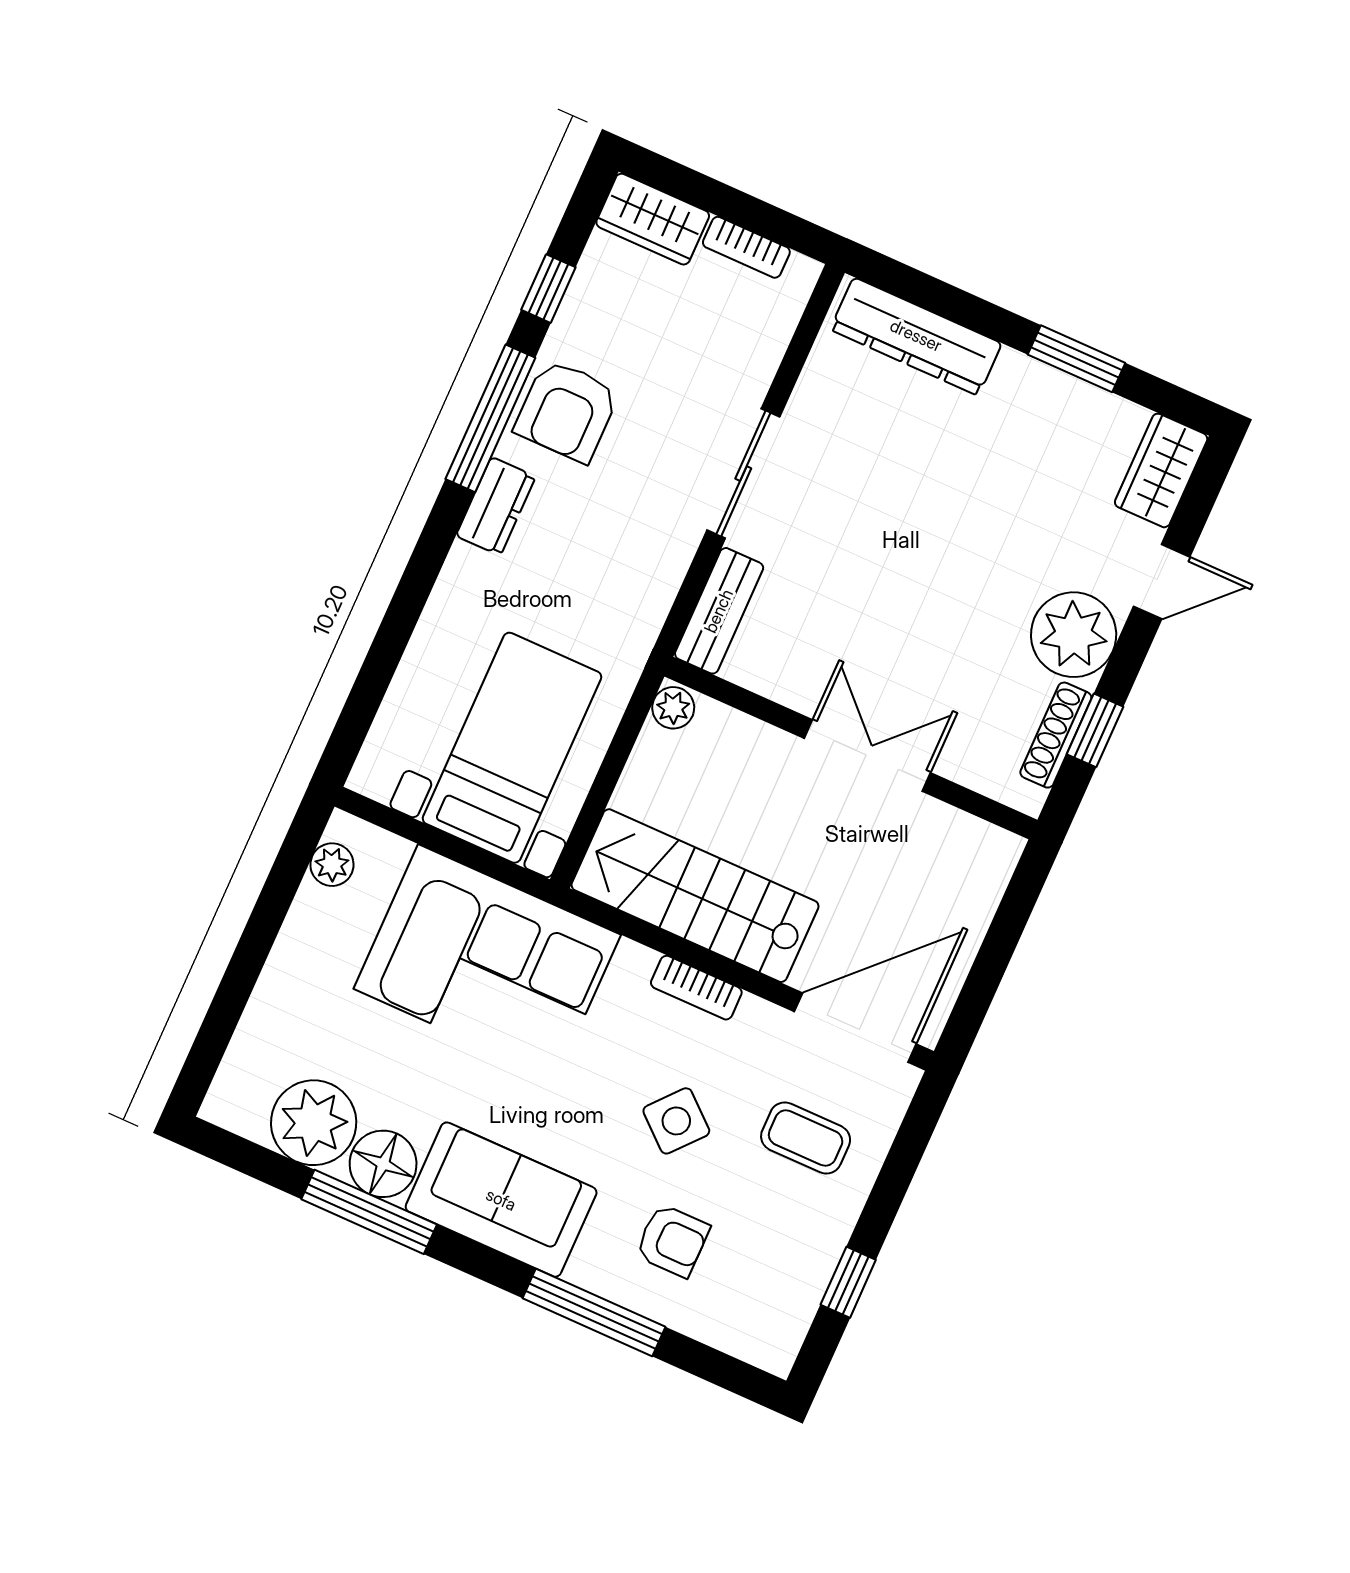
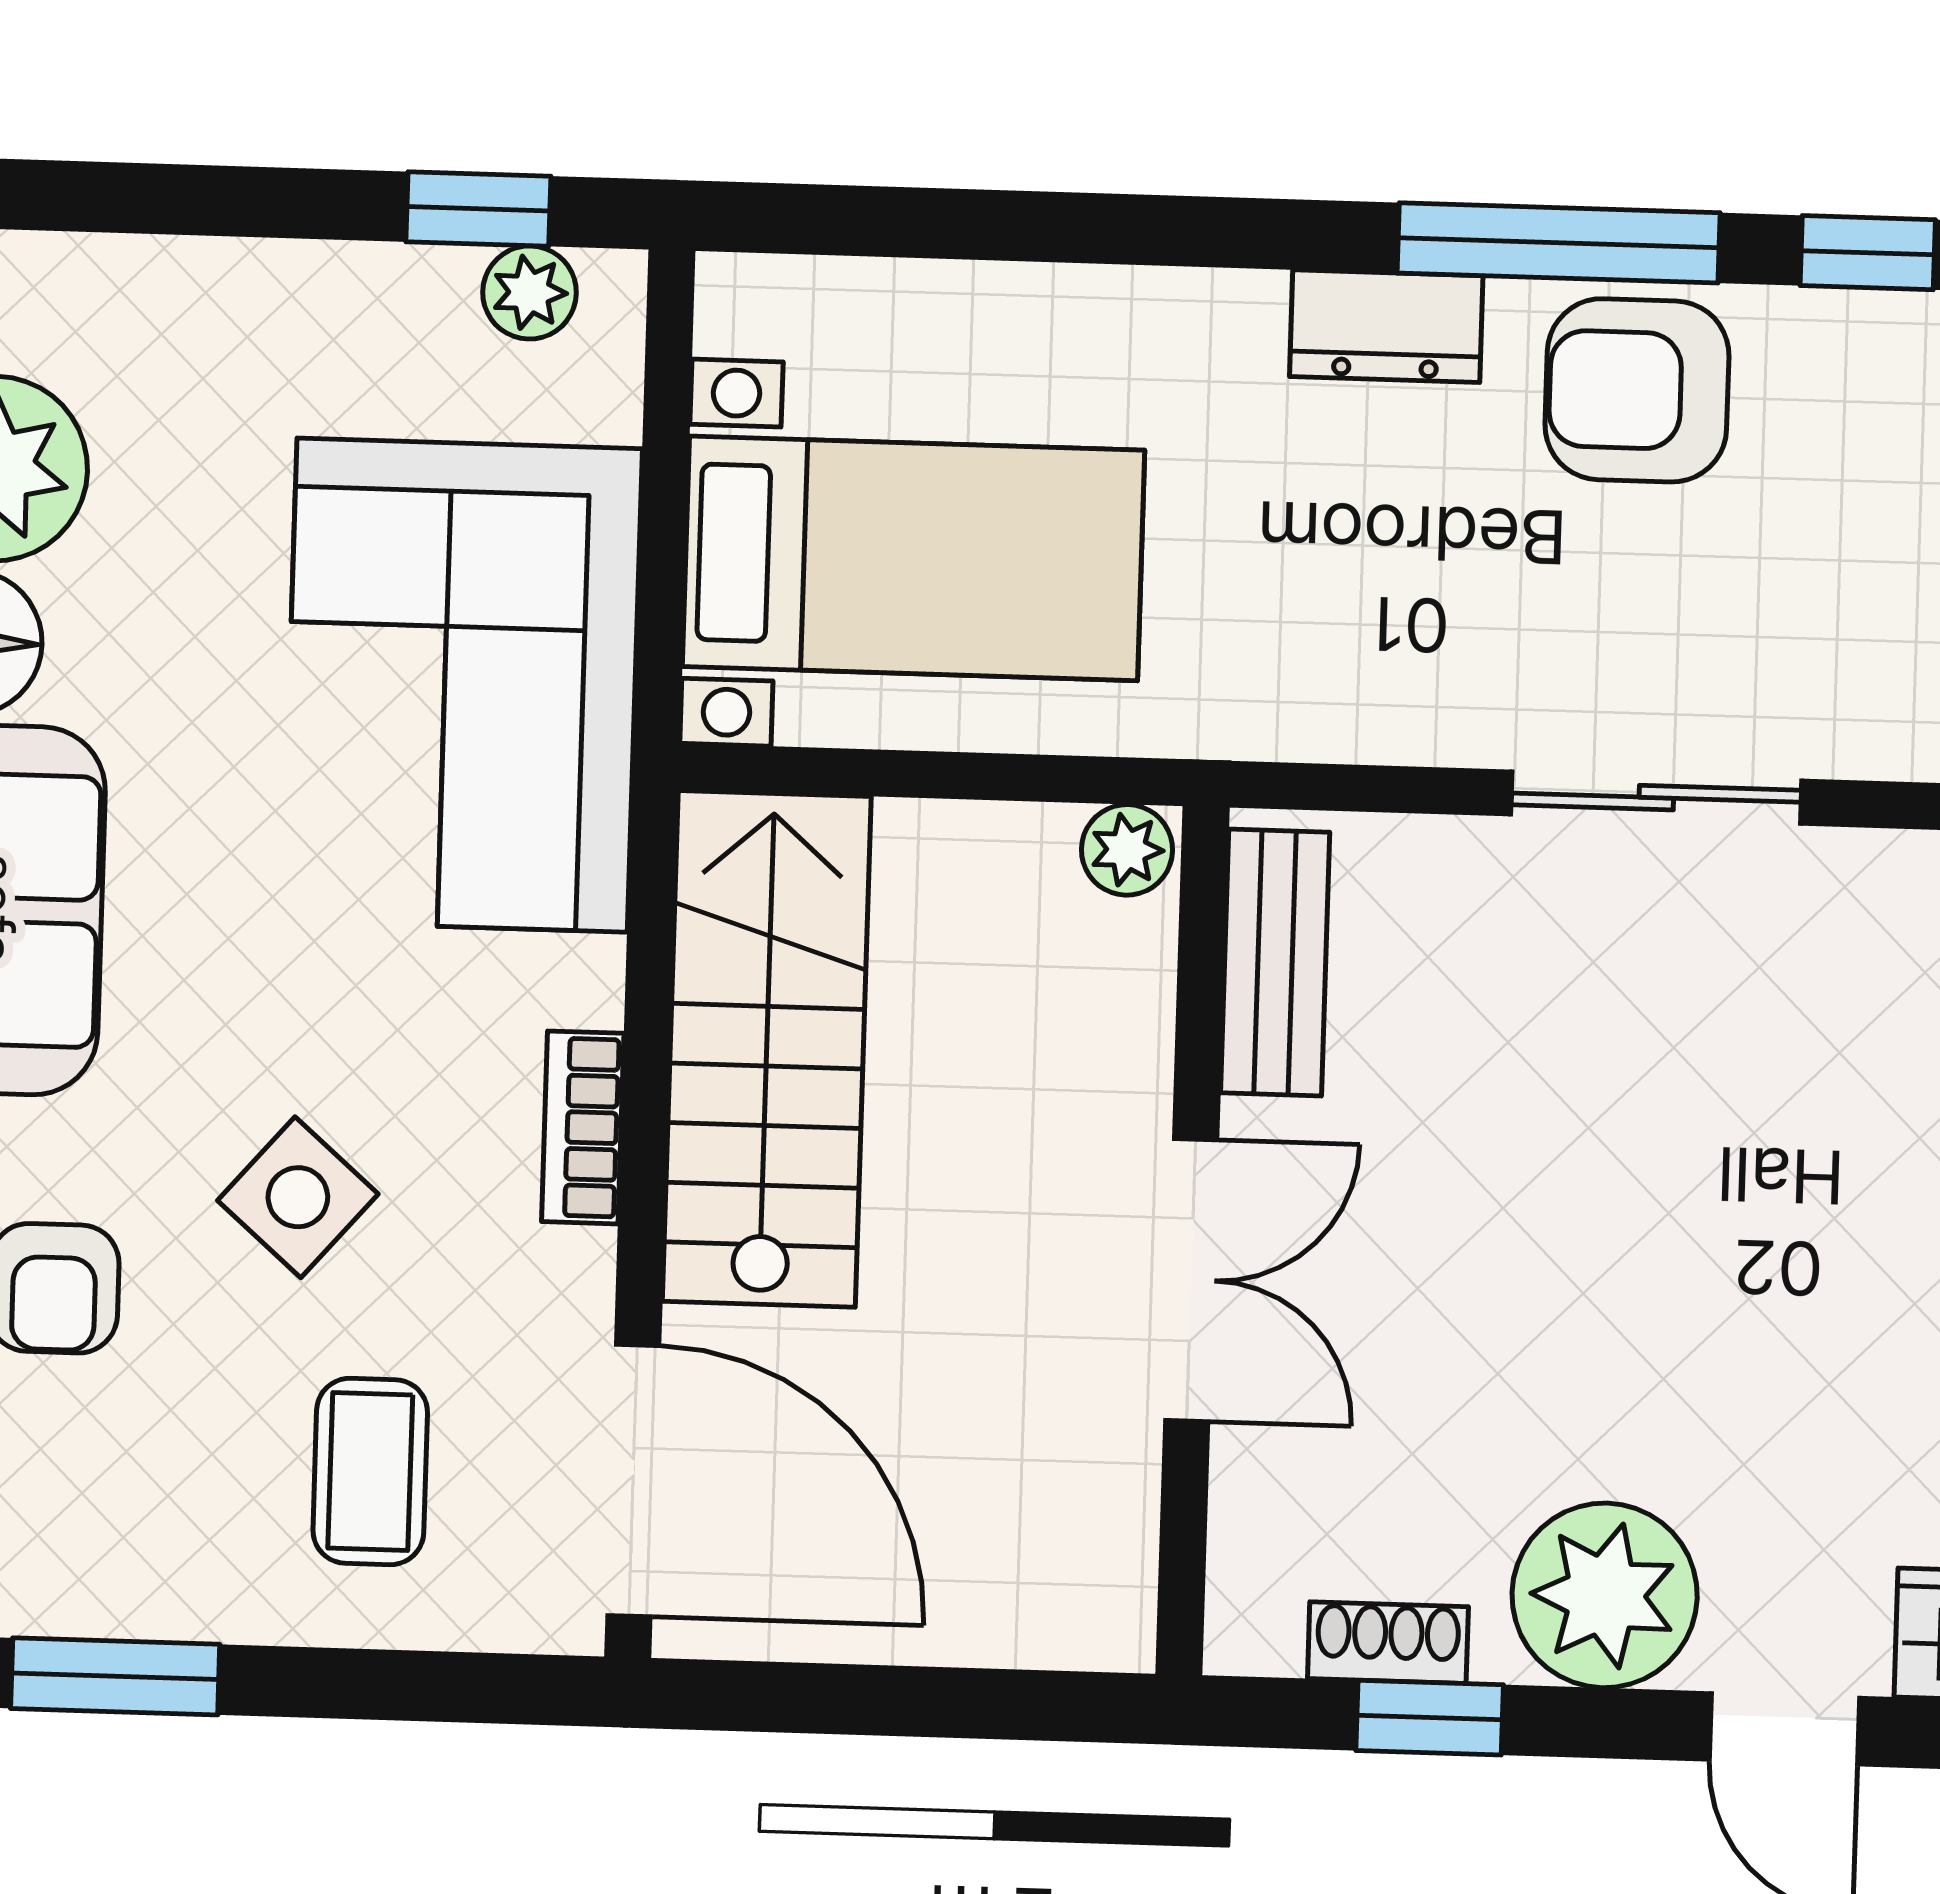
bench: (719, 611) -> (1275, 962), moved, turned 90
shoe rack: (1056, 735) -> (1388, 1643), width x0.70
window: (288, 872) -> (478, 209), added
window: (848, 1282) -> (115, 1676), width x1.50

